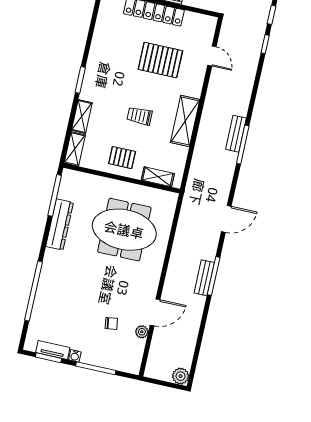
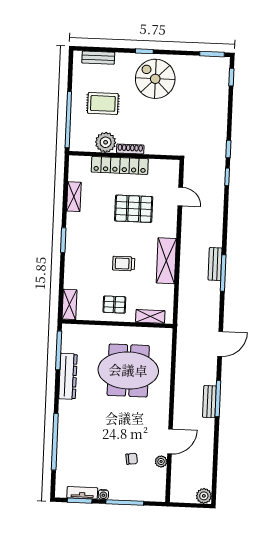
shelving: (82, 117) -> (74, 197), moved

